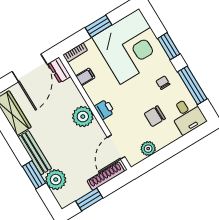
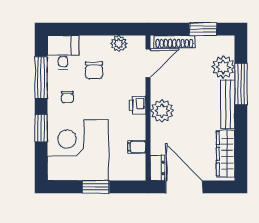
bookcase: (75, 52) -> (133, 175), removed
door: (30, 68) -> (184, 187), hinge flipped
chair: (155, 116) -> (94, 70), turned 90
window: (34, 175) -> (241, 84), width x1.44

